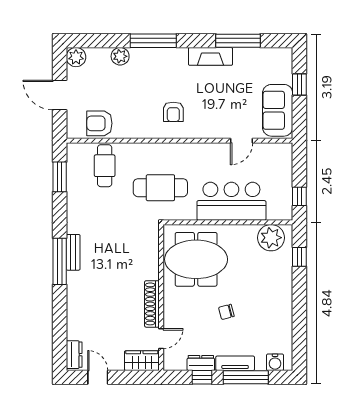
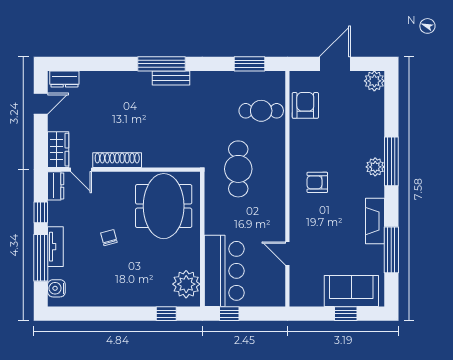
plant: (120, 56) -> (375, 167), moved
sofa: (278, 110) -> (351, 291), moved
bar counter: (231, 201) -> (224, 271), moved
dresser: (201, 363) -> (56, 186), moved

